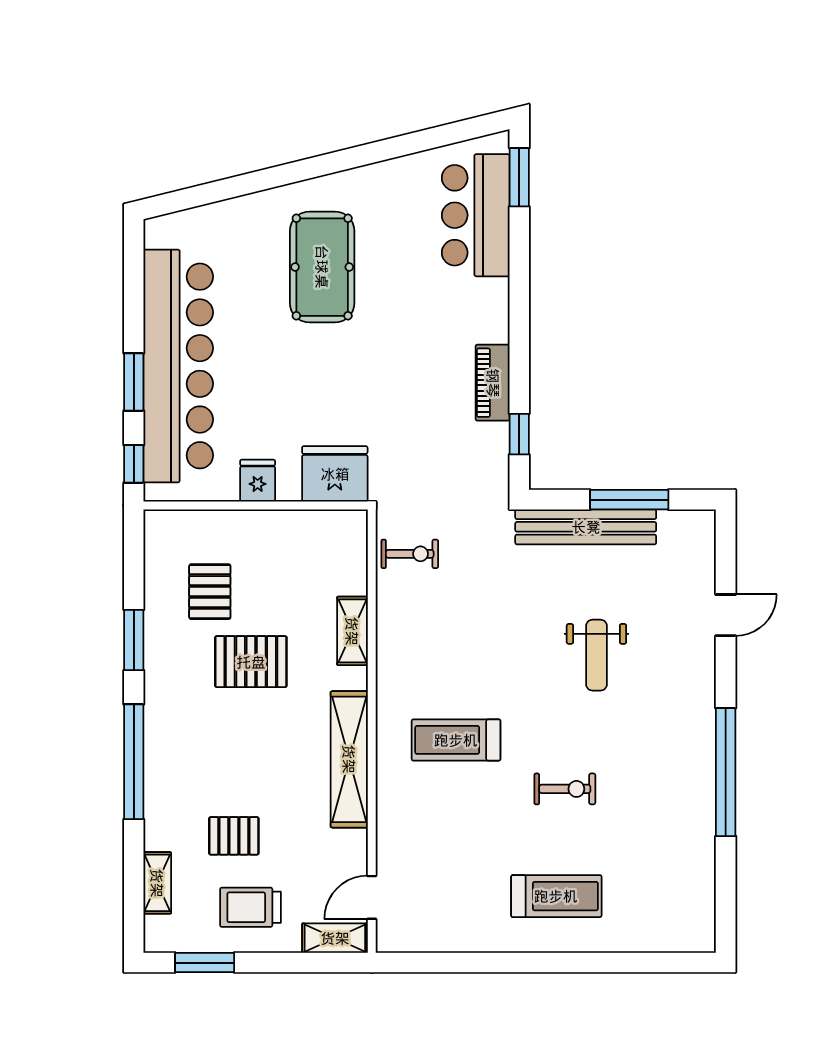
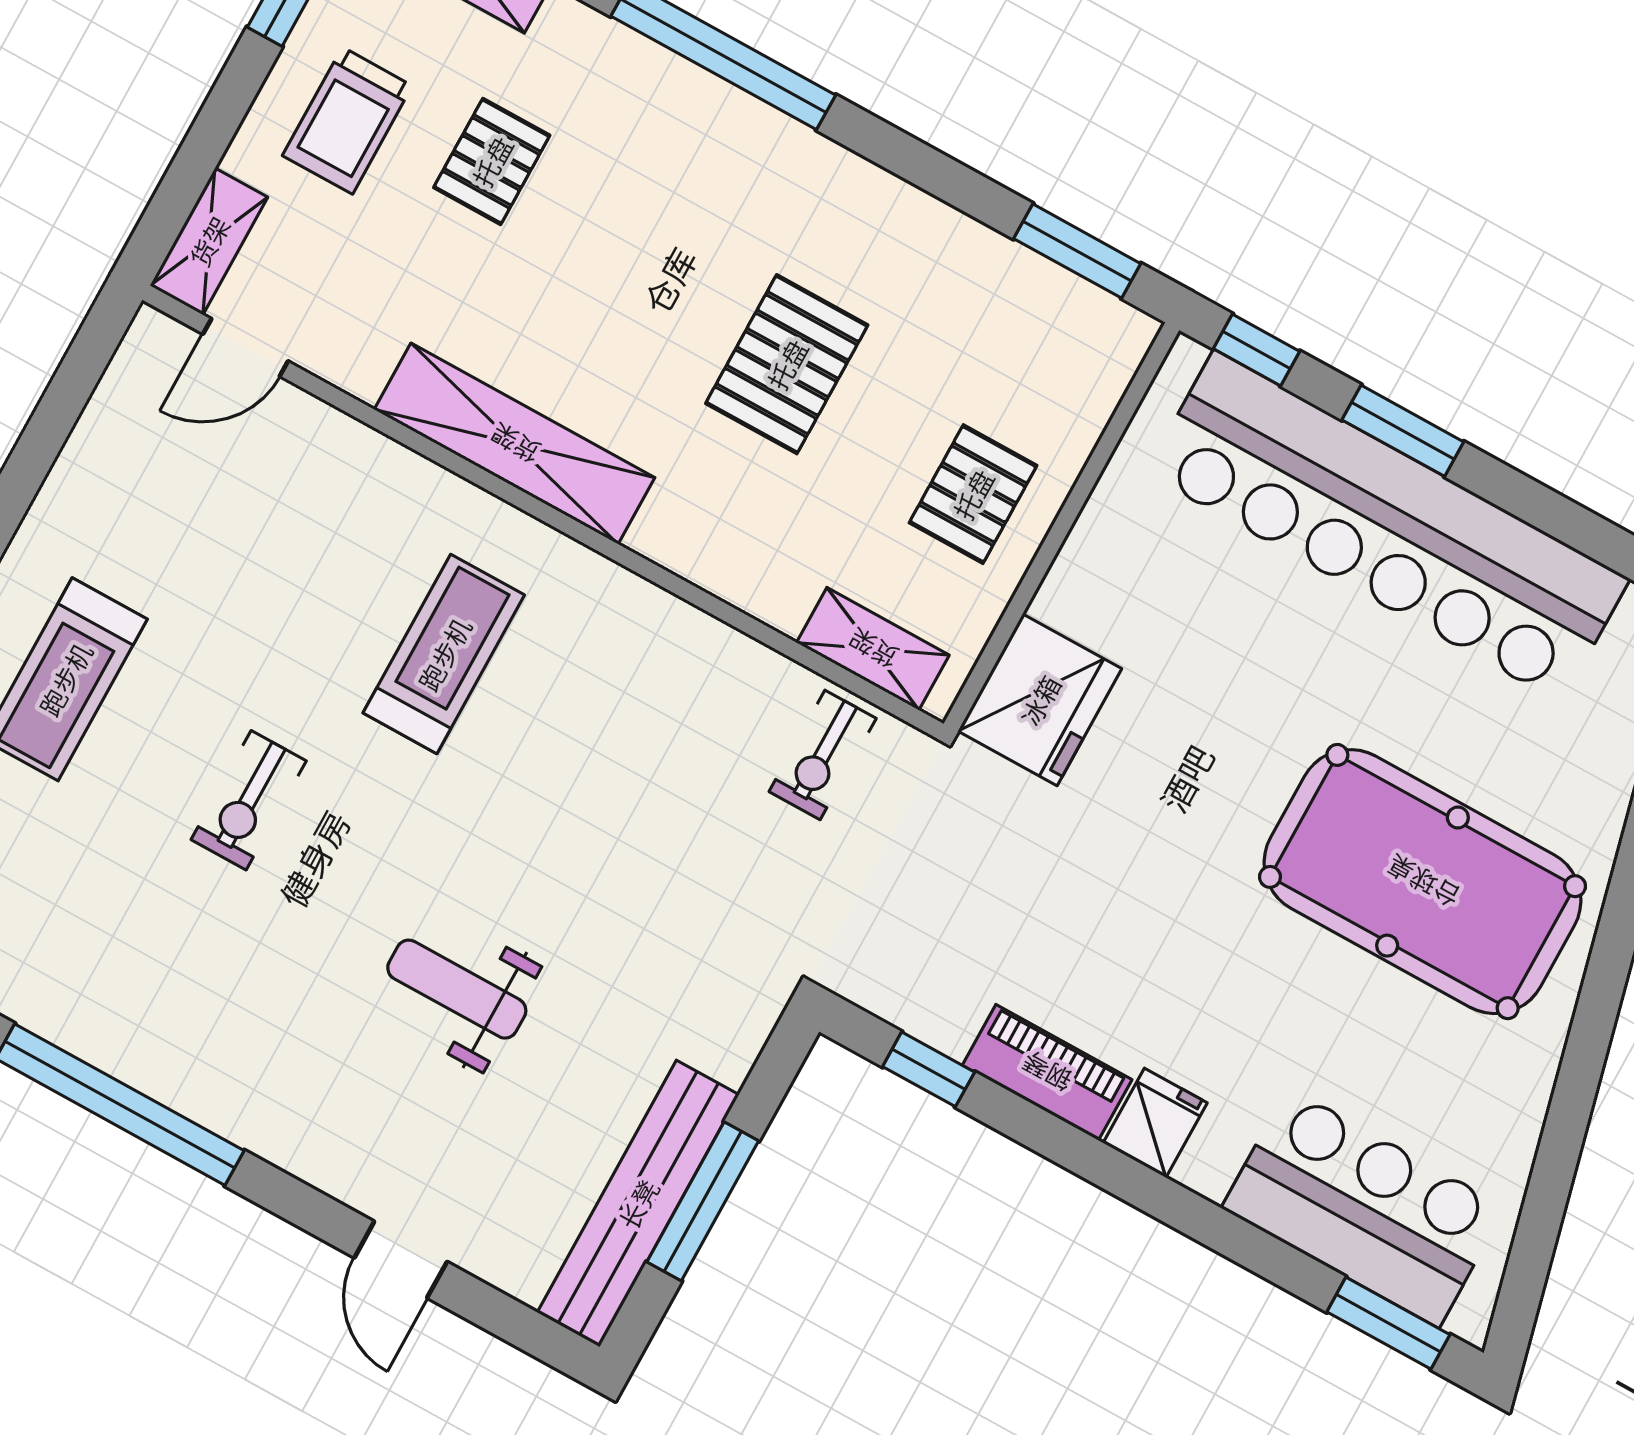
pool table: (322, 267) -> (1423, 882), width x1.36, depth x1.32
fridge: (258, 481) -> (1155, 1123), moved, turned -90
bench: (586, 527) -> (638, 1204), moved
pallet: (210, 592) -> (973, 494), moved, turned 90
shelving: (352, 631) -> (873, 649), moved
window: (134, 640) -> (1077, 251), moved
door: (372, 897) -> (246, 347), swing flipped
trolley: (250, 907) -> (347, 121), turned 180

